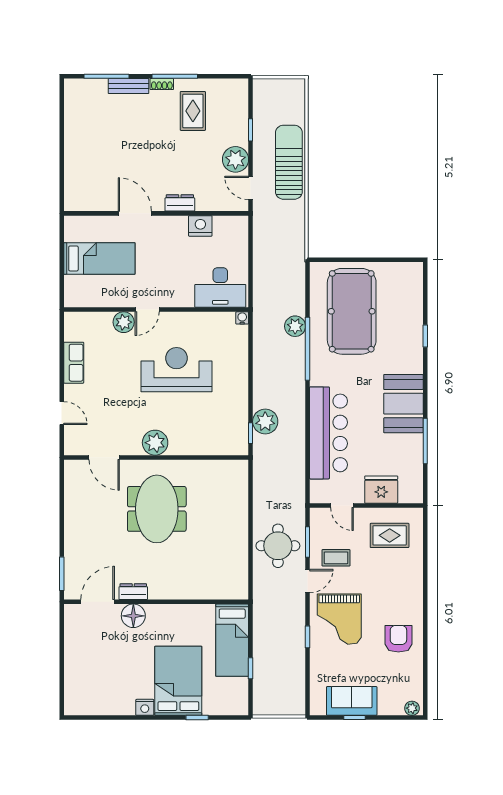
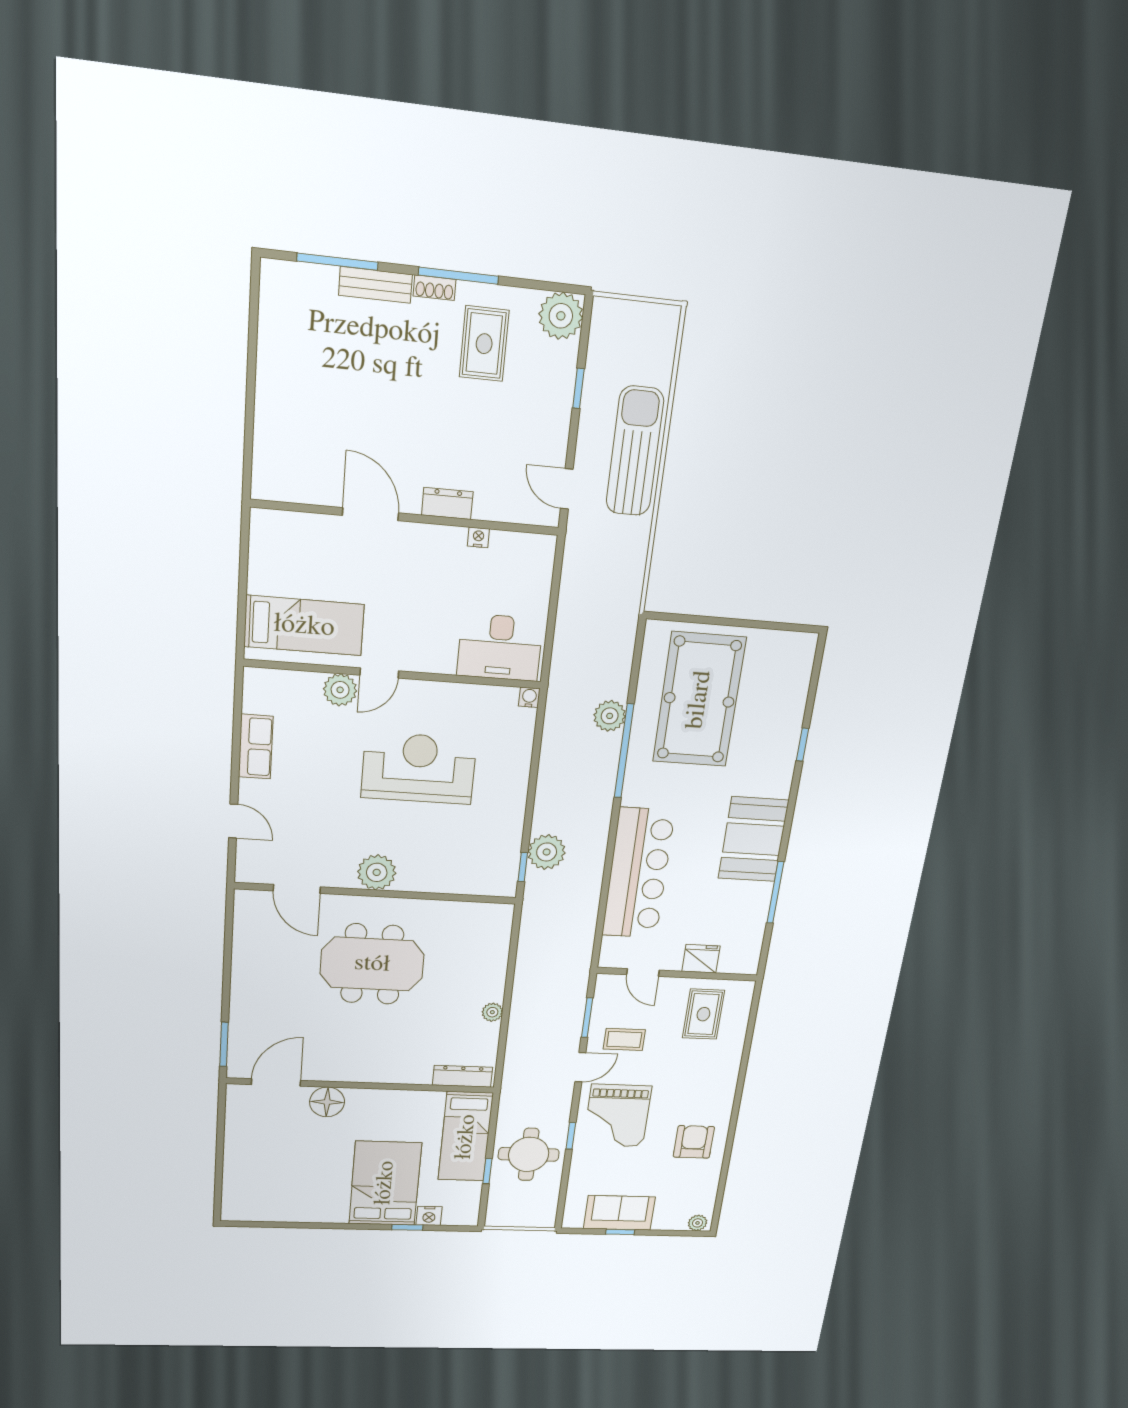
plant: (235, 159) -> (561, 316), moved
nightstand: (200, 226) -> (478, 537), width x0.53, depth x0.56
bed: (99, 258) -> (304, 626), moved
fridge: (381, 490) -> (701, 959), width x0.73, depth x0.75
meeting table: (157, 509) -> (372, 964), turned 90
rug: (390, 535) -> (703, 1014), turned 90
plant: (241, 541) -> (492, 1012), added
round table: (278, 546) -> (529, 1154), moved
dresser: (133, 592) -> (463, 1076), moved, width x1.44
nightstand: (145, 707) -> (429, 1216), moved

